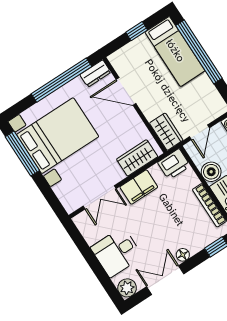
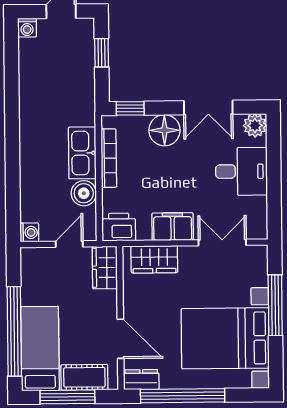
window: (137, 31) -> (67, 397), width x2.17
cot: (134, 51) -> (84, 377), added
window: (22, 154) -> (275, 305), moved
floor lamp: (183, 255) -> (165, 130), width x1.89, depth x1.89

